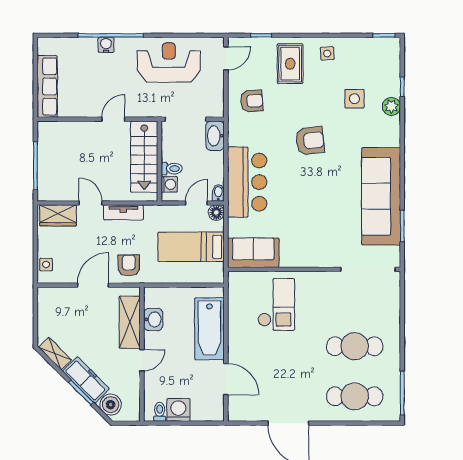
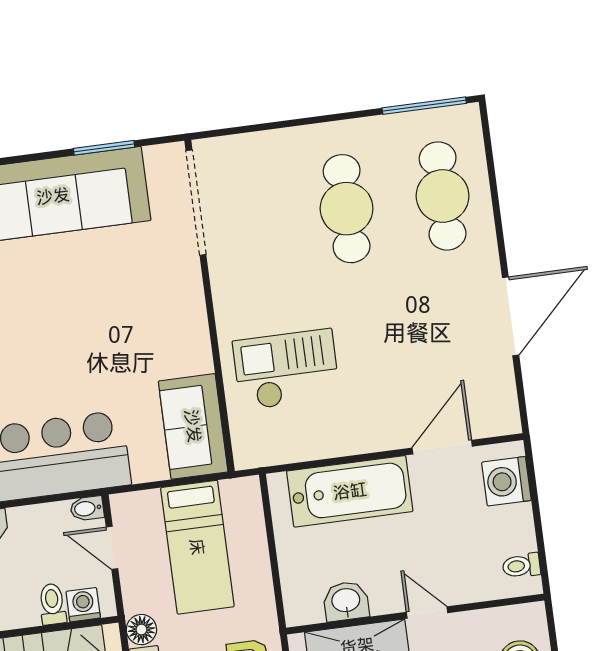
floor lamp: (216, 213) -> (141, 630), moved
washing machine: (178, 410) -> (506, 481), moved

